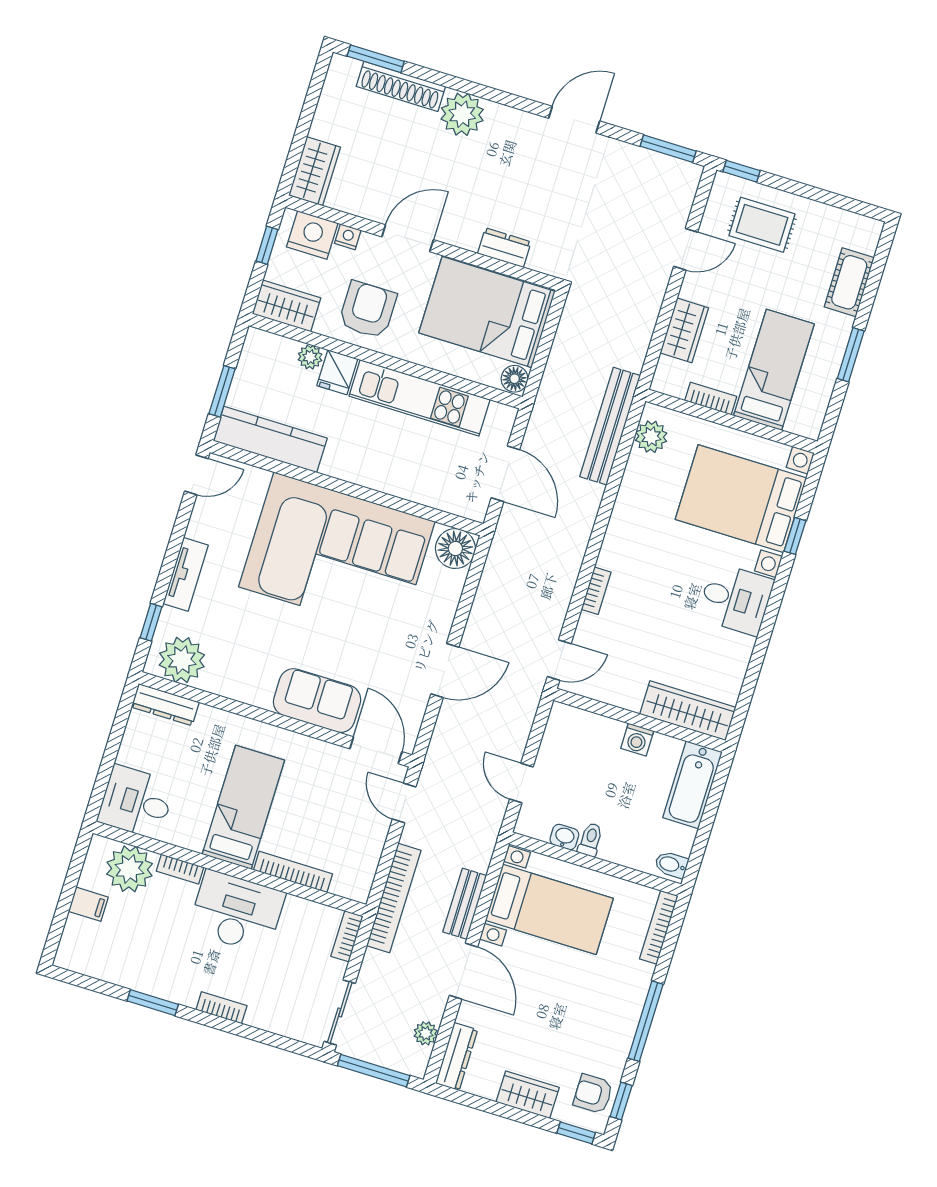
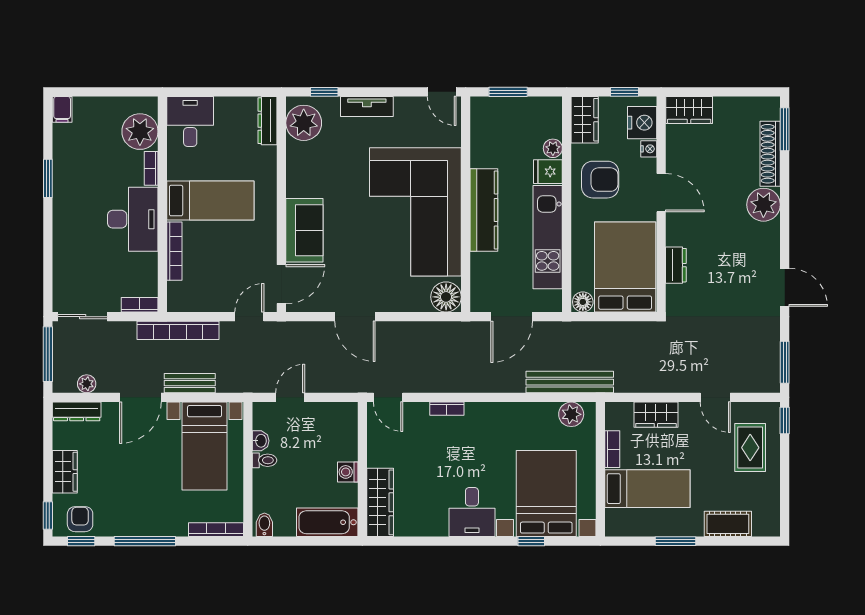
kitchen counter: (270, 439) -> (484, 210), moved
filing cabinet: (88, 904) -> (62, 109), moved
bookcase: (221, 1008) -> (60, 229), removed

